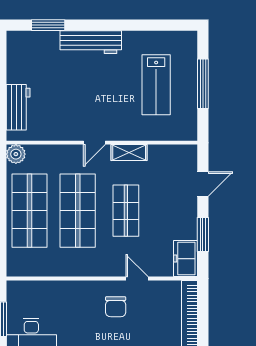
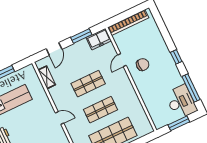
shelving: (129, 153) -> (47, 77), moved
door: (203, 184) -> (54, 49), swing flipped
shop shelf: (78, 211) -> (100, 110), width x0.70, depth x0.74

